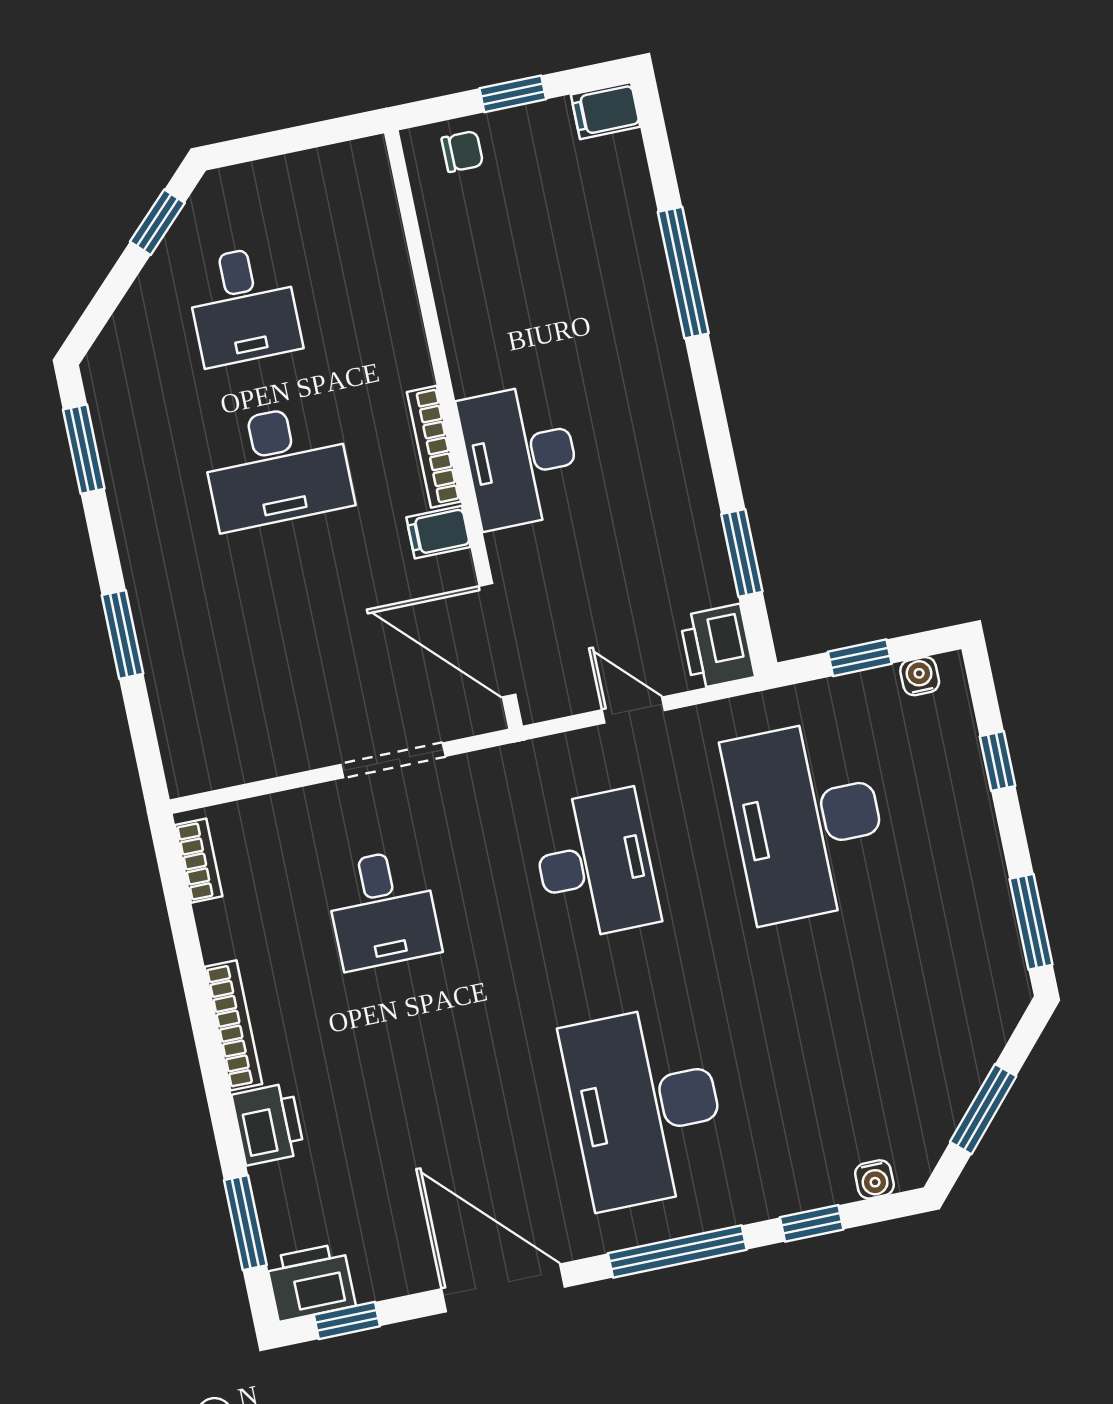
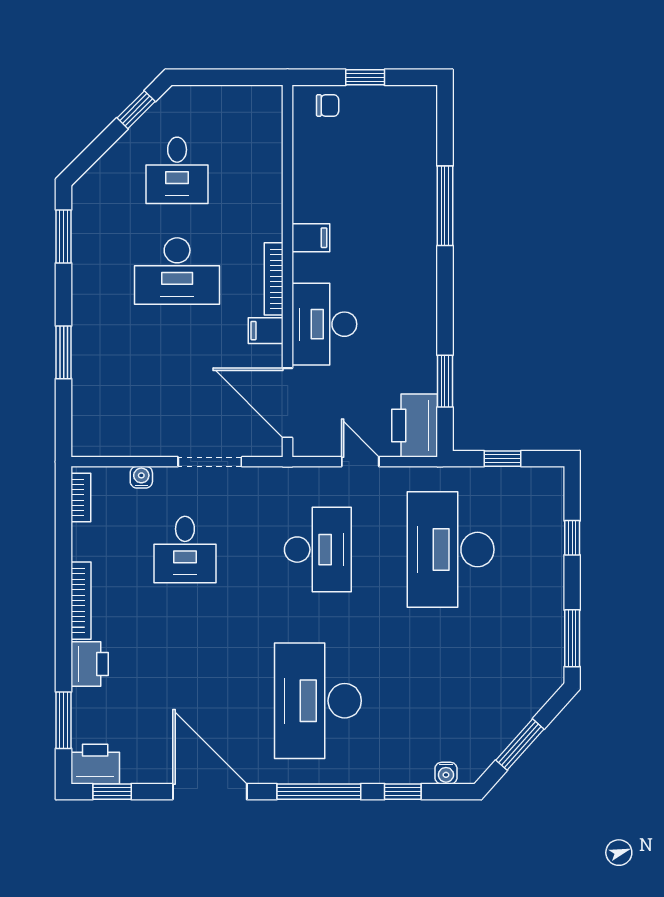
filing cabinet: (606, 111) -> (311, 238), moved, turned 180
desk: (520, 456) -> (324, 324), moved
printer: (717, 647) -> (415, 426), width x1.37, depth x1.19
water cooler: (920, 676) -> (141, 477), moved

